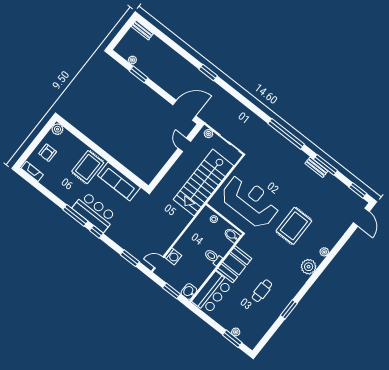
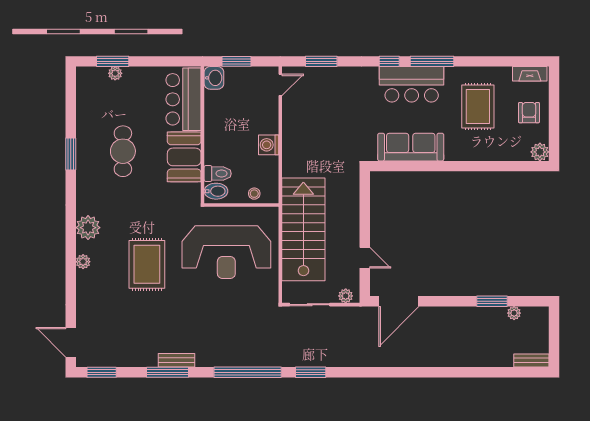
window: (208, 73) -> (311, 372), moved
rug: (88, 167) -> (478, 107), moved
washing machine: (173, 256) -> (269, 145), moved
toilet: (213, 257) -> (218, 174), moved
cafe table: (262, 291) -> (123, 151), width x1.37, depth x1.35

